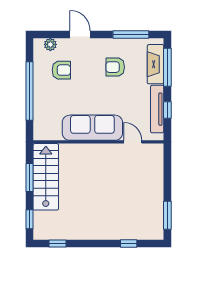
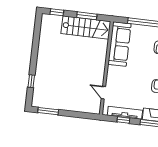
sofa: (92, 128) -> (119, 44), moved
door: (133, 142) -> (103, 93), swing flipped
window: (58, 244) -> (37, 30), removed

